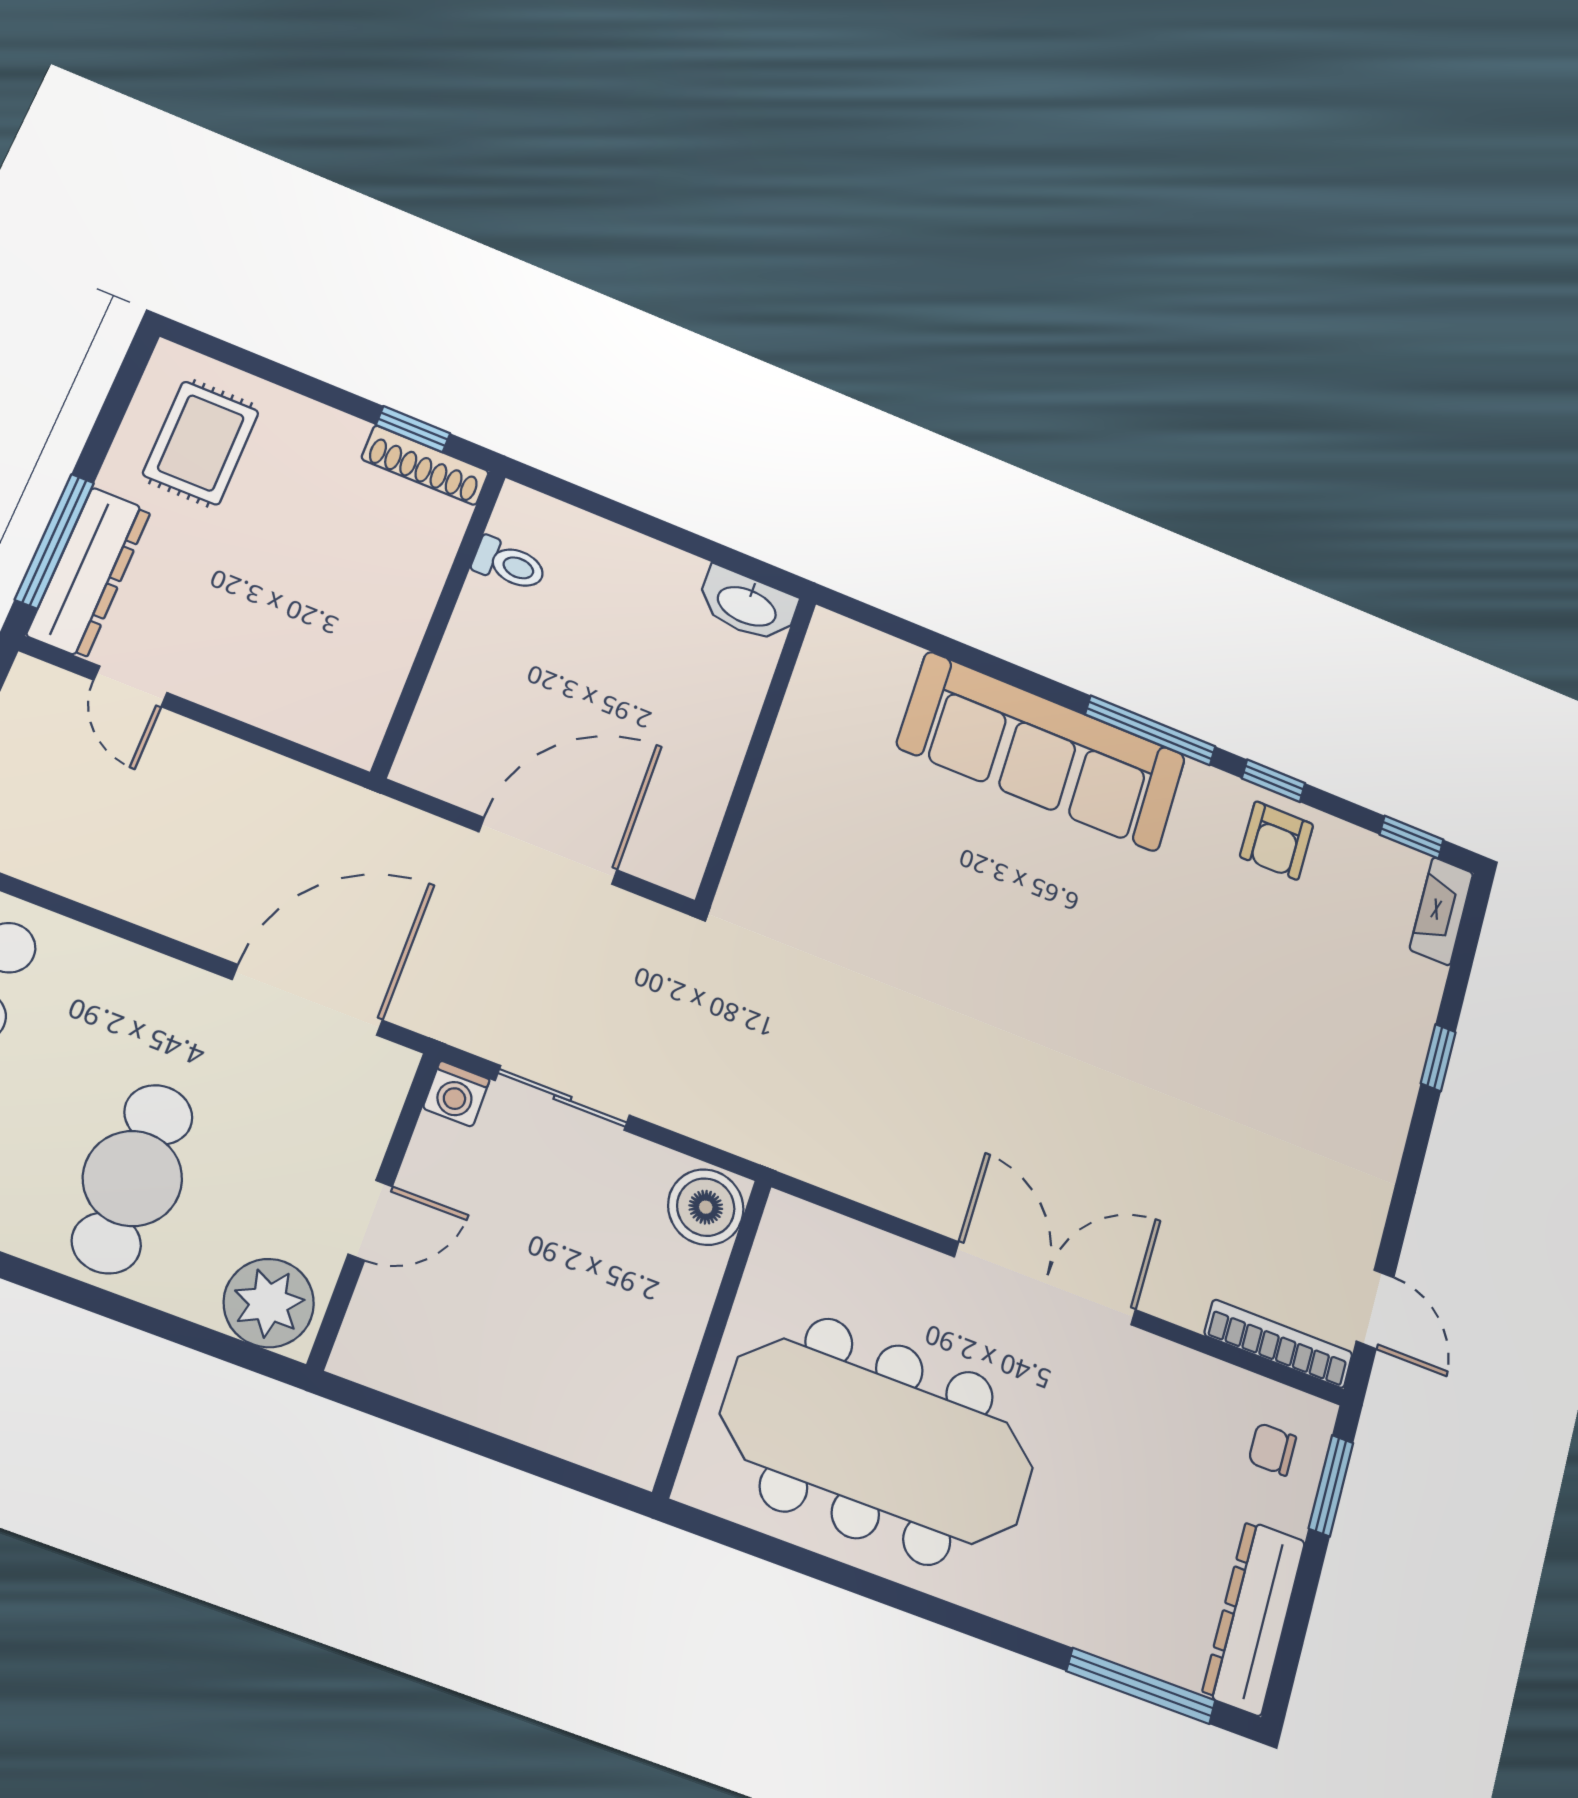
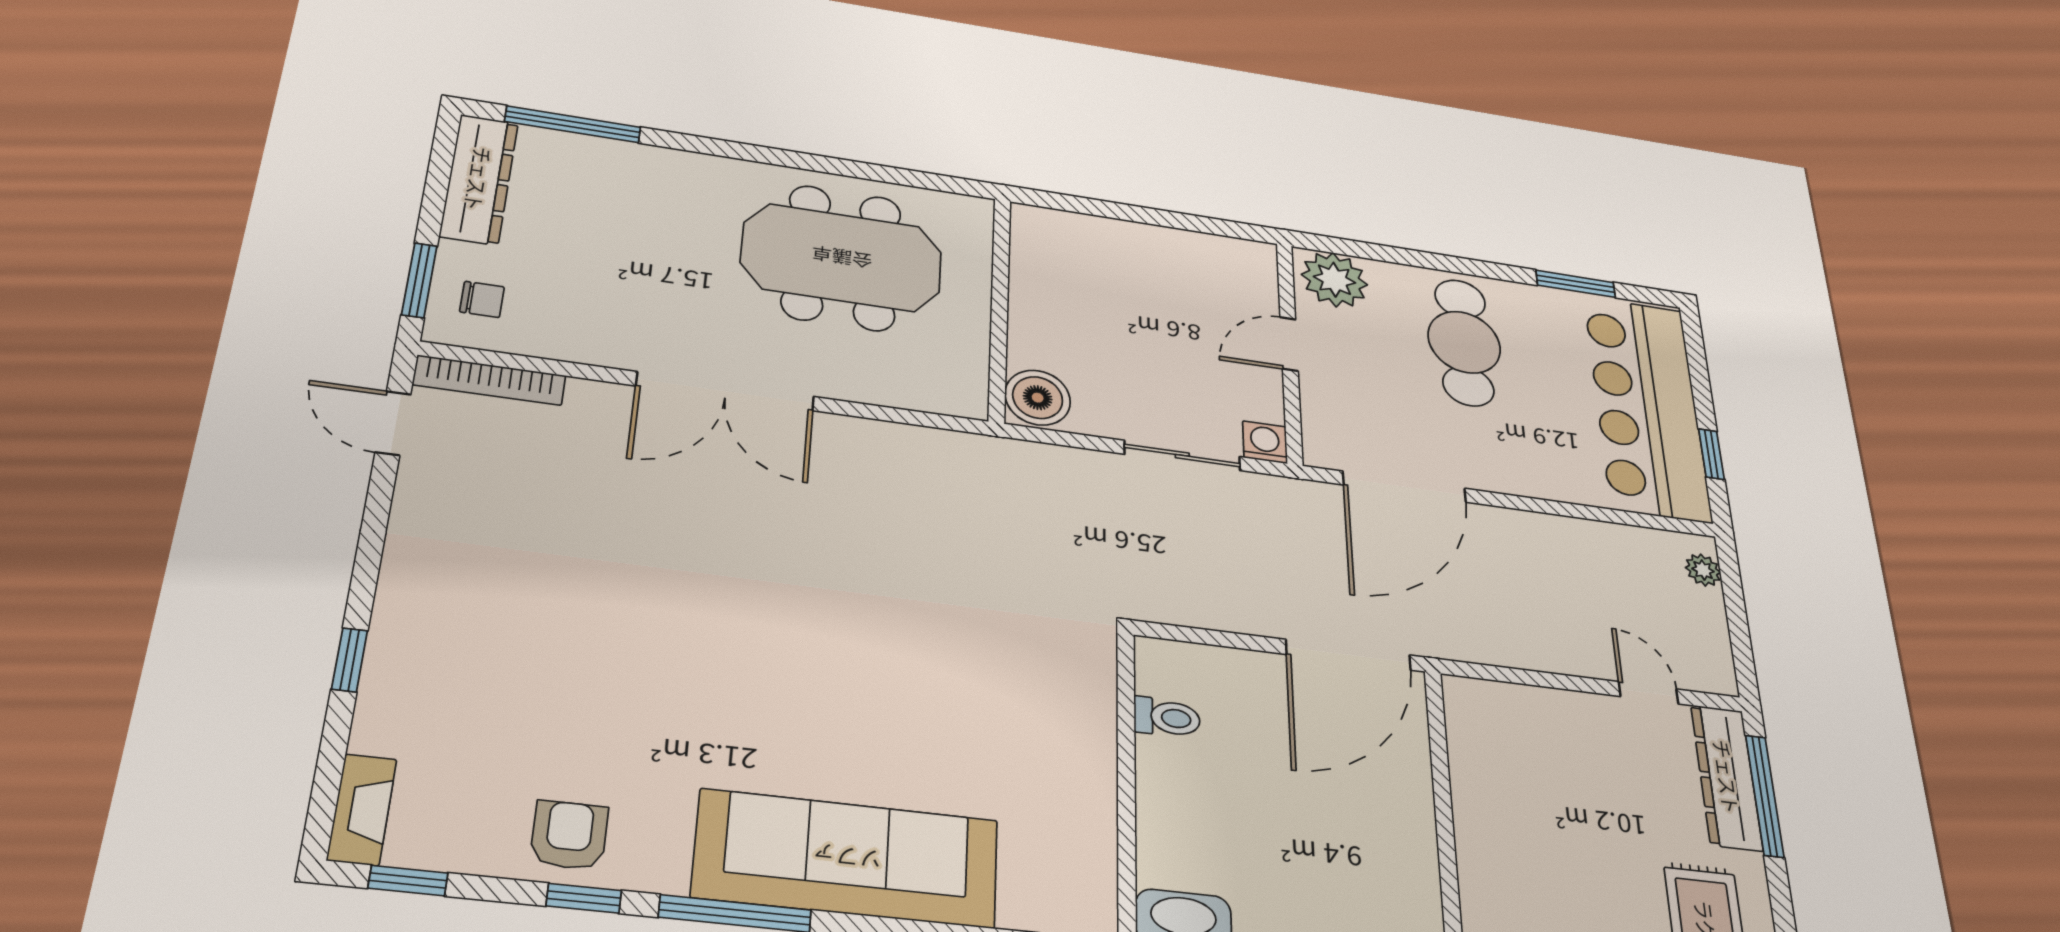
toilet: (509, 564) -> (1167, 717), moved, turned 180
door: (548, 851) -> (1348, 655), moved
meeting table: (877, 1441) -> (842, 258), width x0.73

